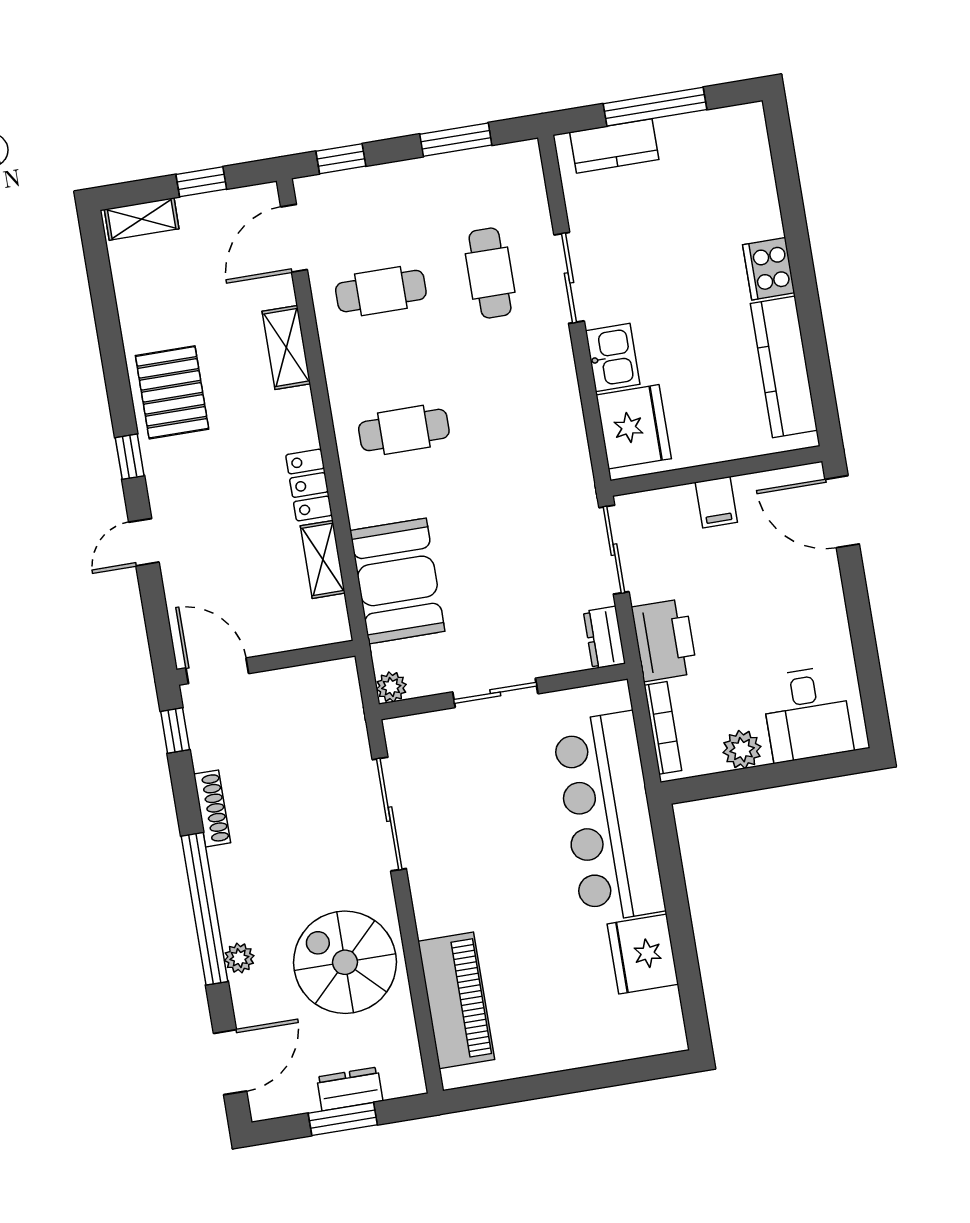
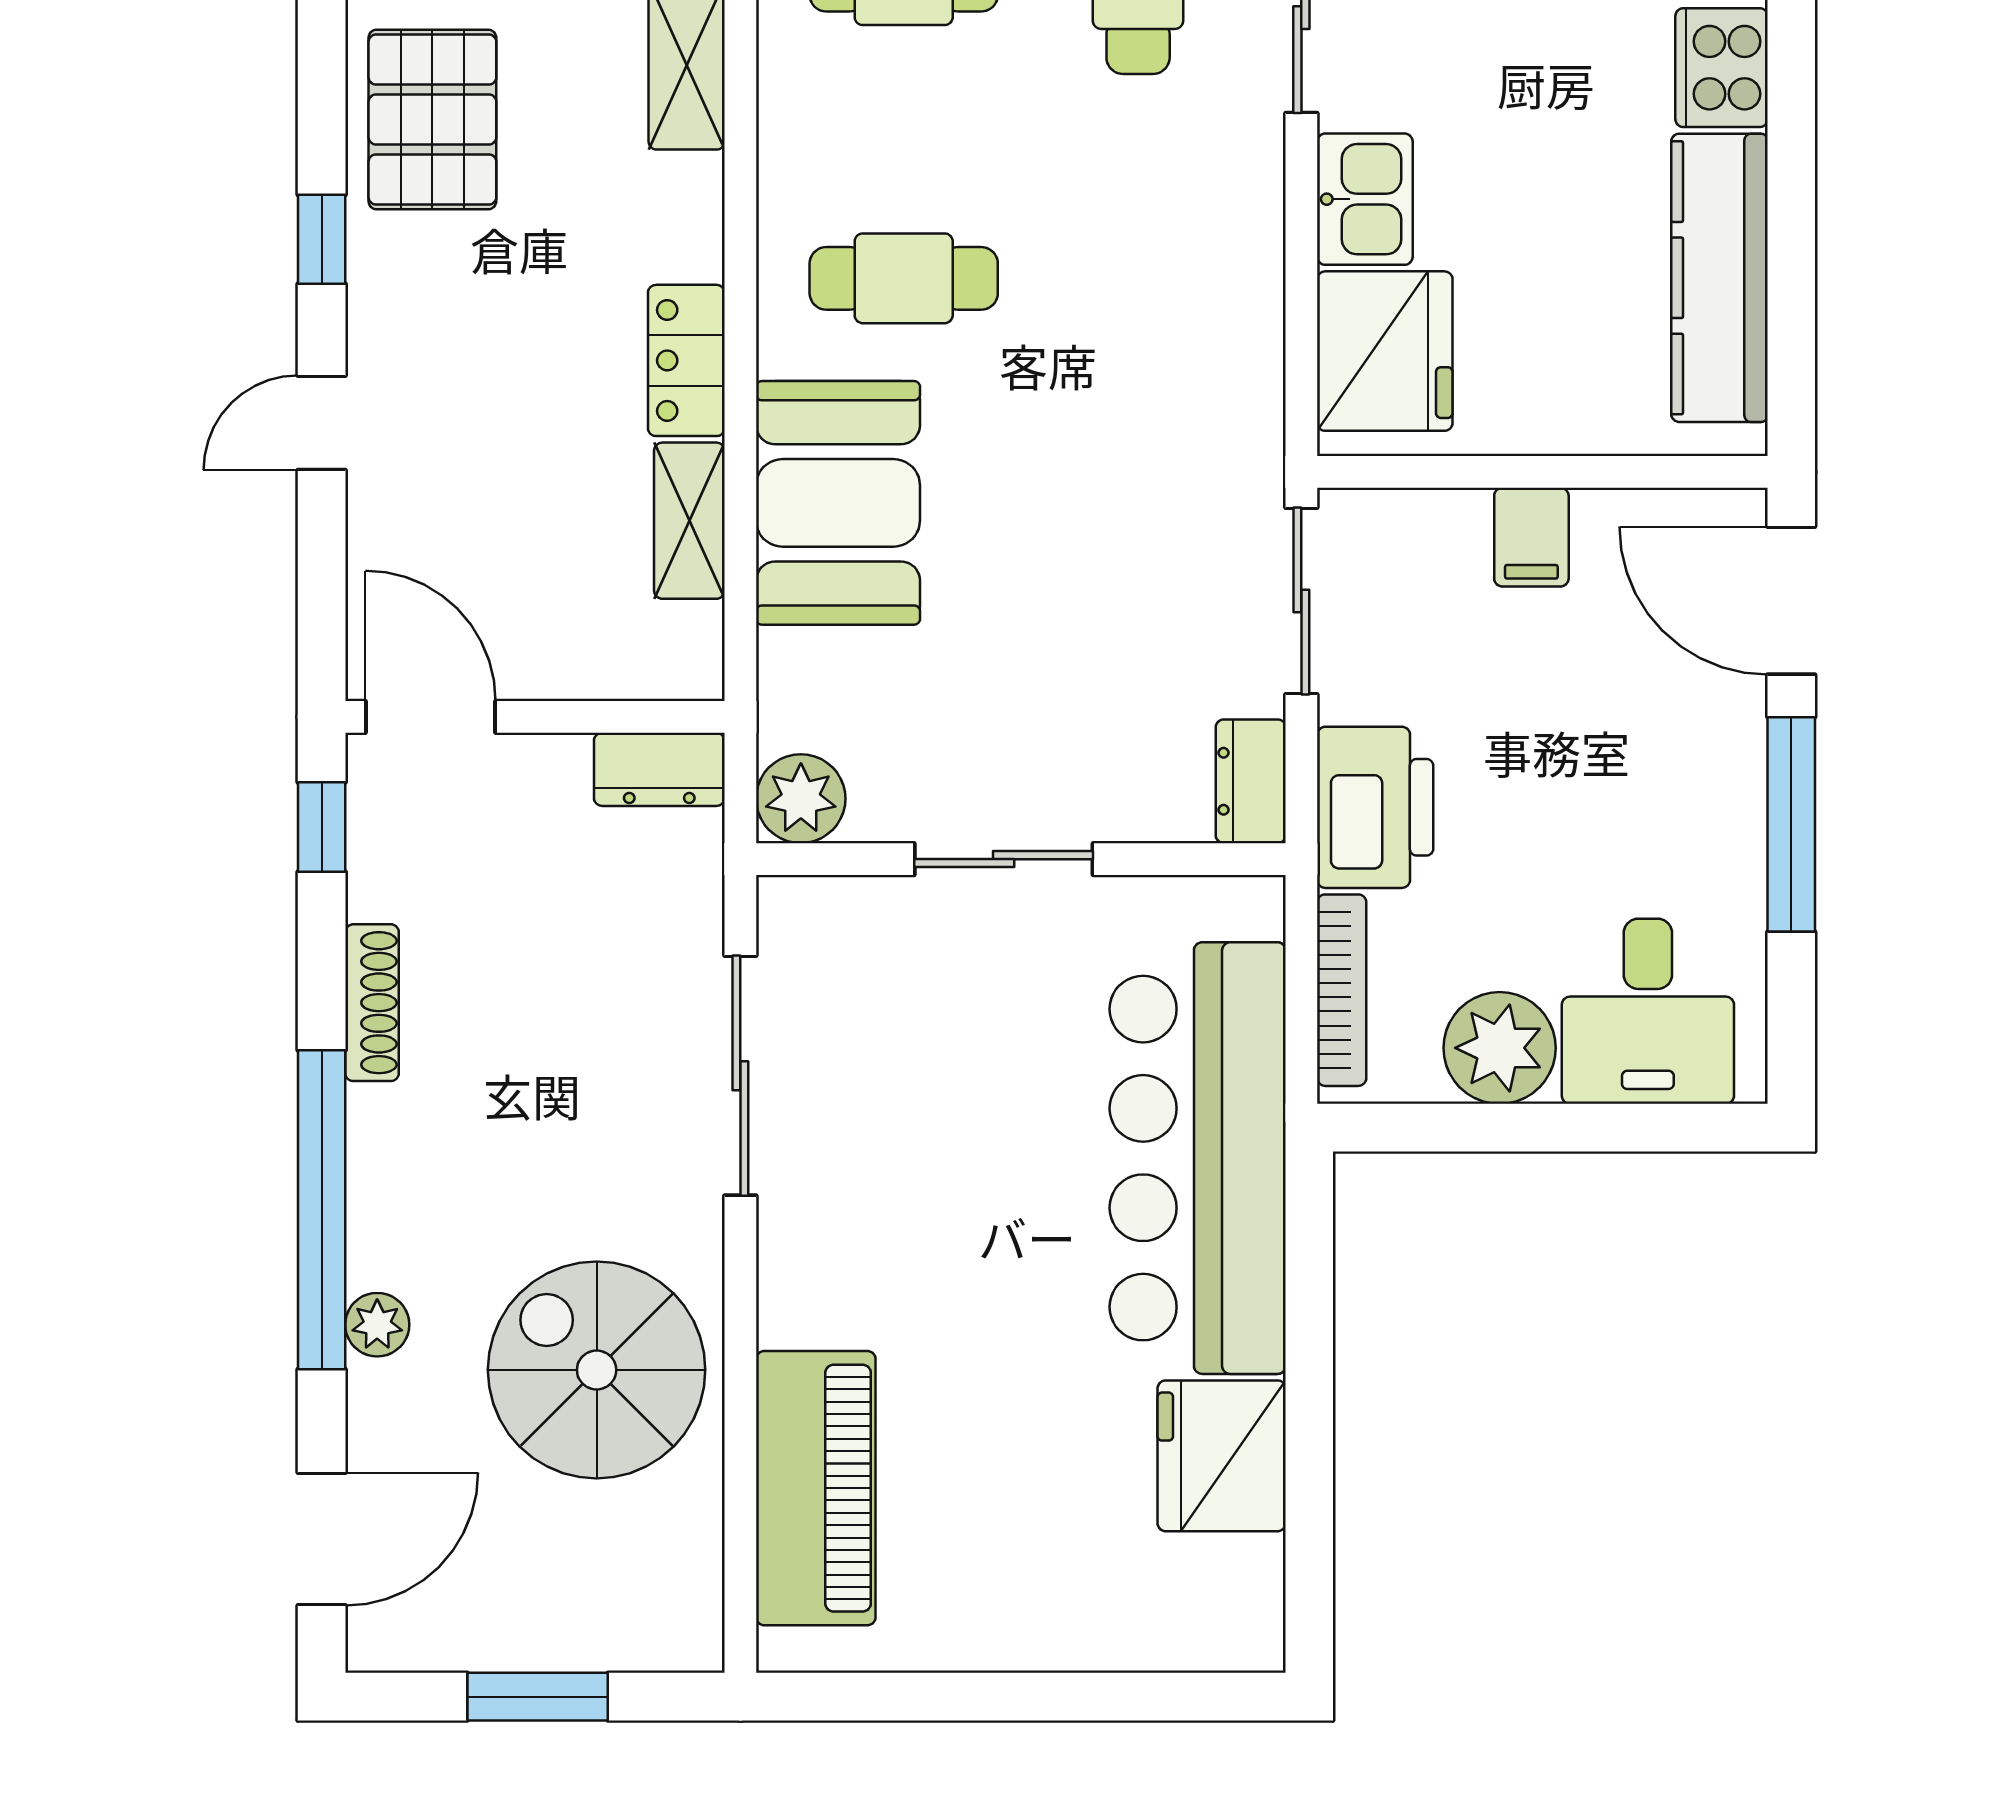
booth: (397, 581) -> (838, 503), moved
window: (859, 616) -> (1791, 824), added
plant: (391, 687) -> (801, 799), width x1.38, depth x1.38
plant: (742, 750) -> (1500, 1048), width x1.36, depth x1.36
dresser: (350, 1089) -> (659, 769), moved, turned 180

